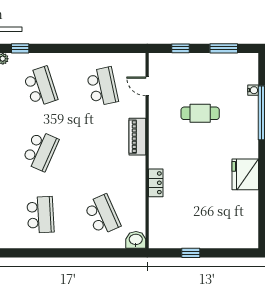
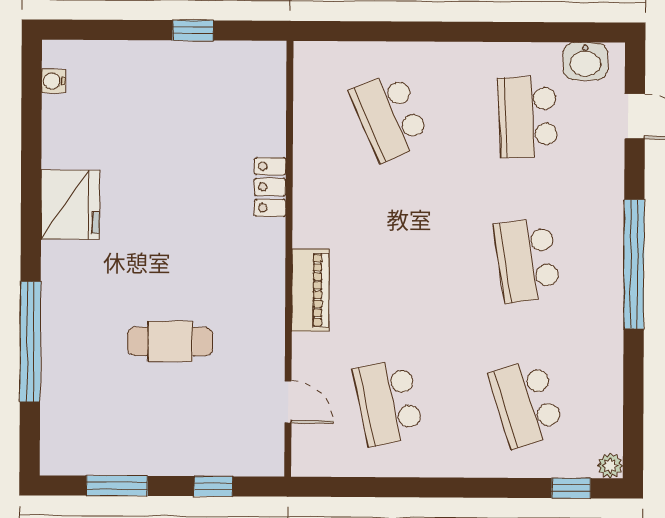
water cooler: (253, 90) -> (53, 81), moved
school desk: (40, 151) -> (527, 260), turned -33
washbasin: (136, 240) -> (585, 61), moved

